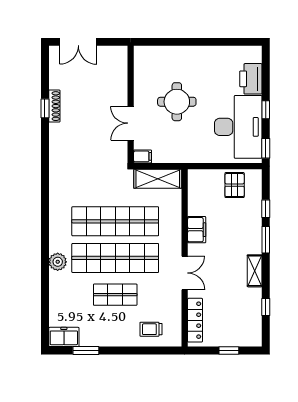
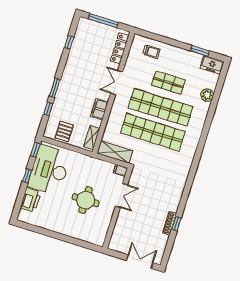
plant: (58, 262) -> (207, 95), moved
shelving: (255, 271) -> (92, 138), moved
window: (229, 351) -> (103, 21), width x2.17

